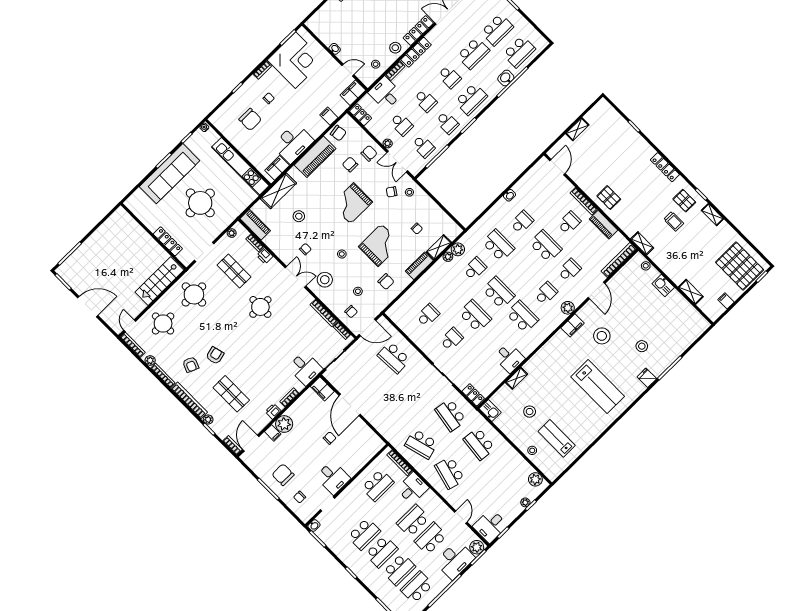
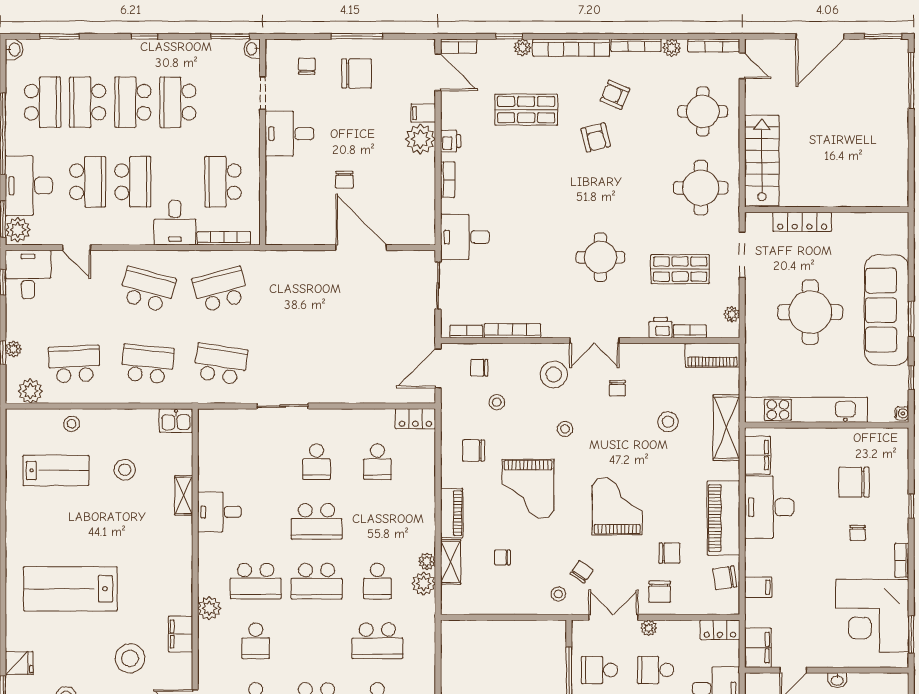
plant: (568, 308) -> (209, 608), moved
school desk: (394, 357) -> (74, 364), moved
filing cabinet: (322, 389) -> (417, 233), removed
locker: (473, 395) -> (415, 419), moved

